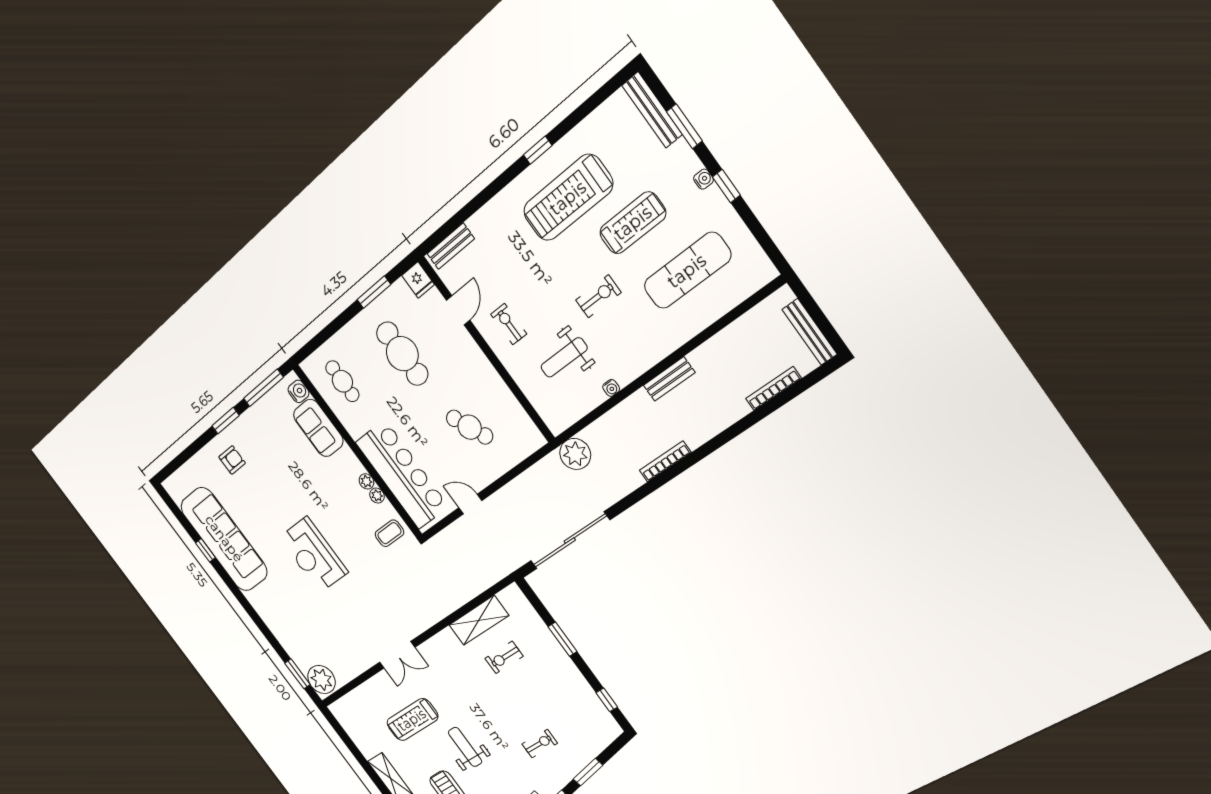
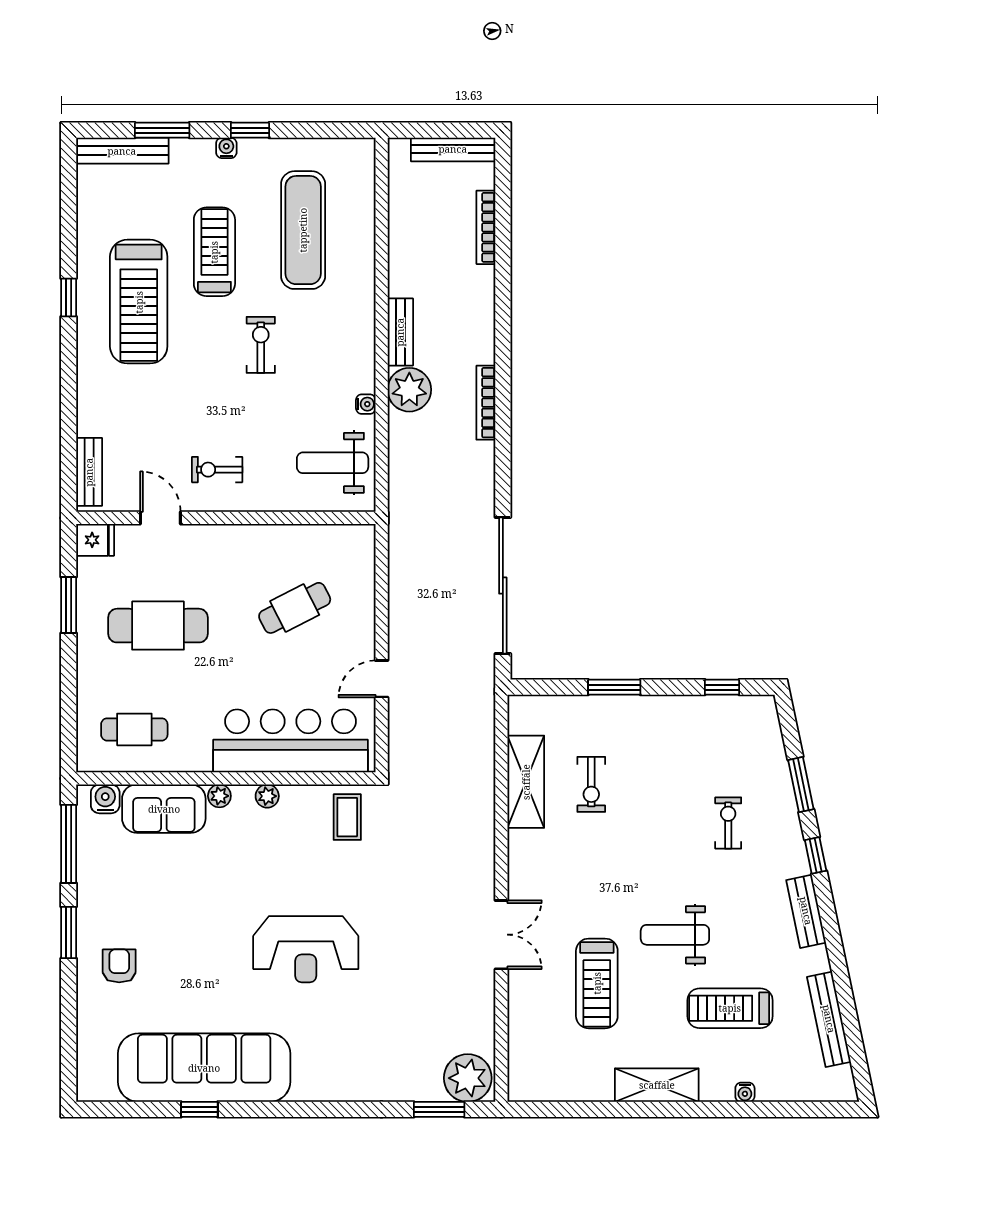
weight bench: (564, 357) -> (333, 463), moved, turned 90
plant: (575, 454) -> (409, 390), moved
plant: (377, 496) -> (219, 796), moved

